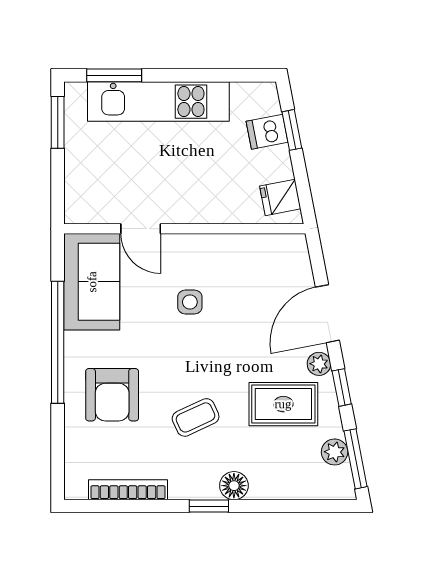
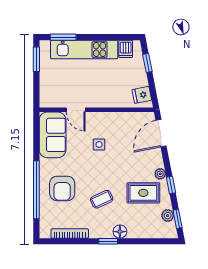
dishwasher: (267, 132) -> (126, 49), moved, turned -79
door: (327, 314) -> (161, 133), moved
window: (58, 342) -> (36, 190), moved
window: (356, 459) -> (178, 219), width x0.67

